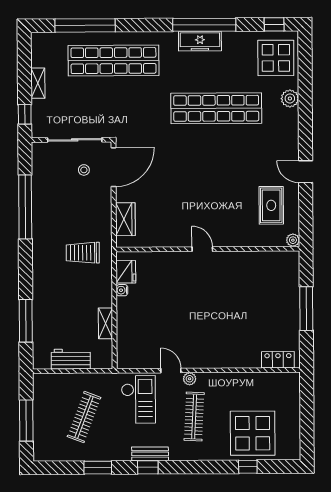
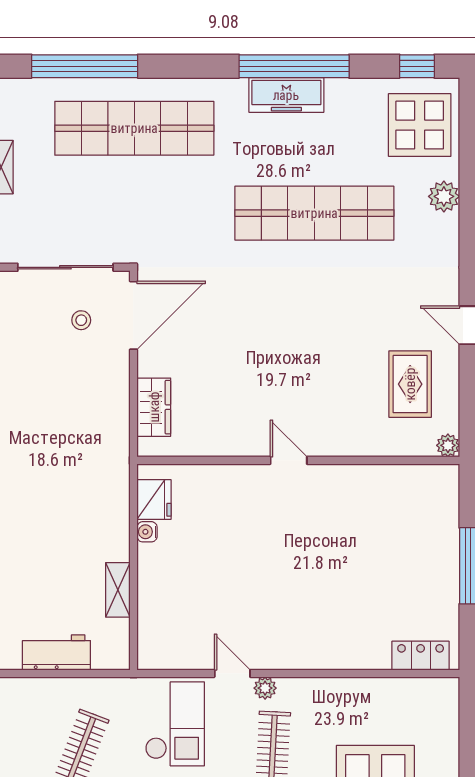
trolley: (83, 253) -> (79, 466), removed

